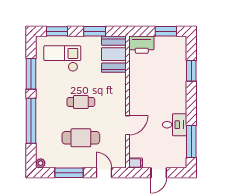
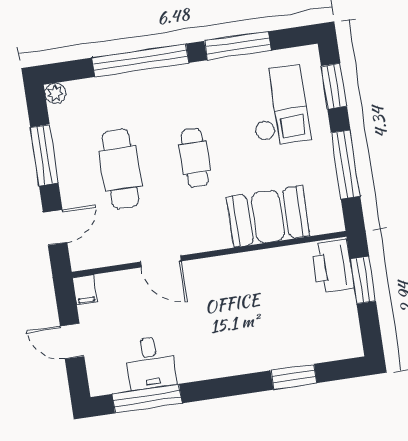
window: (95, 31) -> (346, 164), width x1.44
window: (166, 31) -> (363, 280), moved
booth: (114, 54) -> (268, 217), moved
desk: (175, 125) -> (150, 363), moved

